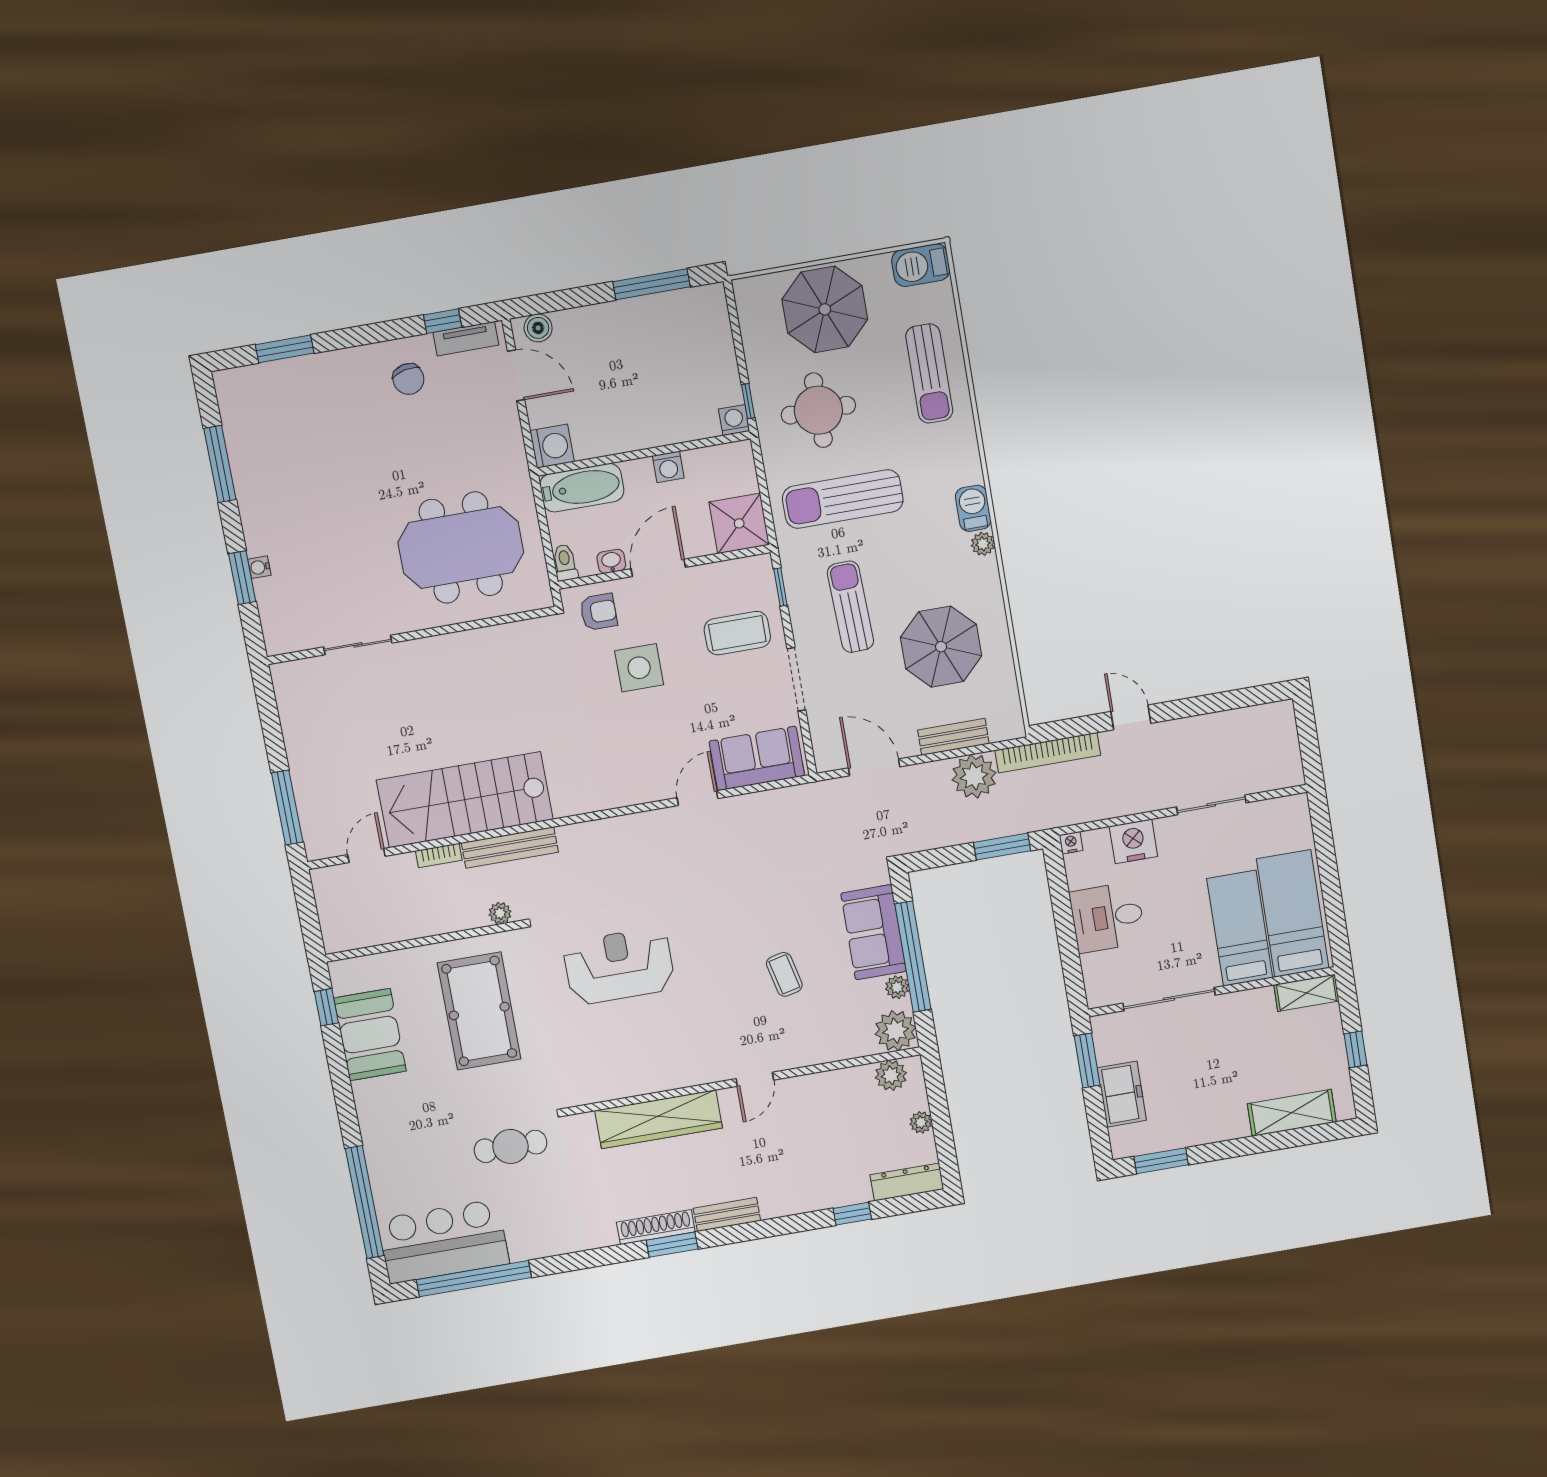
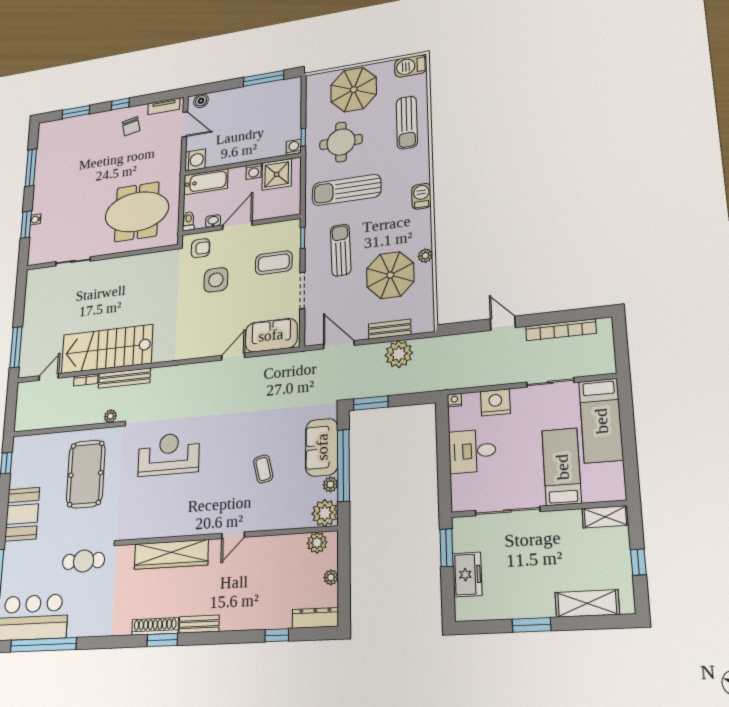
window: (443, 321) -> (120, 104), moved
shower: (739, 523) -> (277, 174), moved
plant: (983, 544) -> (425, 256), moved
bookcase: (1048, 753) -> (561, 330), moved
window: (1002, 847) -> (371, 403), moved
bed: (1293, 913) -> (601, 421), moved, turned 180
booth: (370, 1035) -> (22, 514), moved
window: (1161, 1161) -> (532, 625), moved

